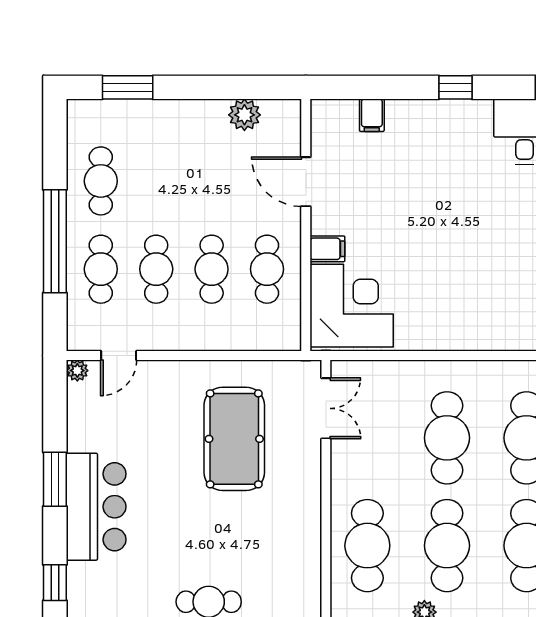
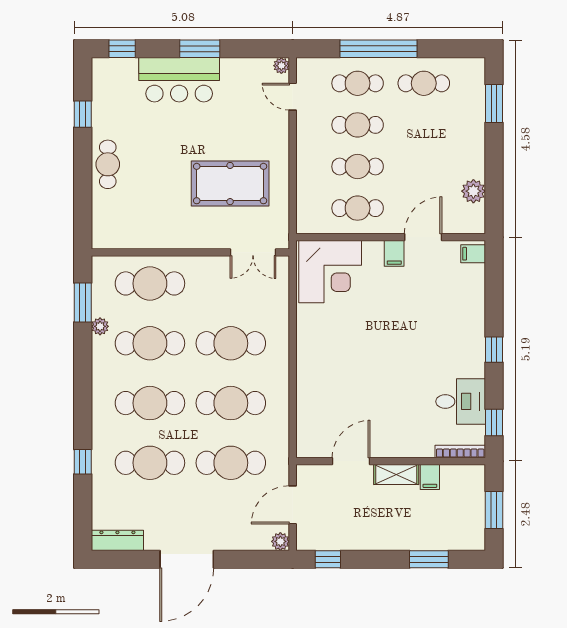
filing cabinet: (372, 115) -> (473, 254), moved
filing cabinet: (327, 249) -> (394, 253), moved

